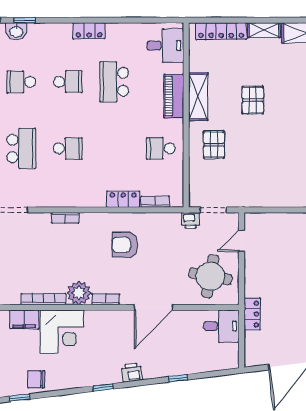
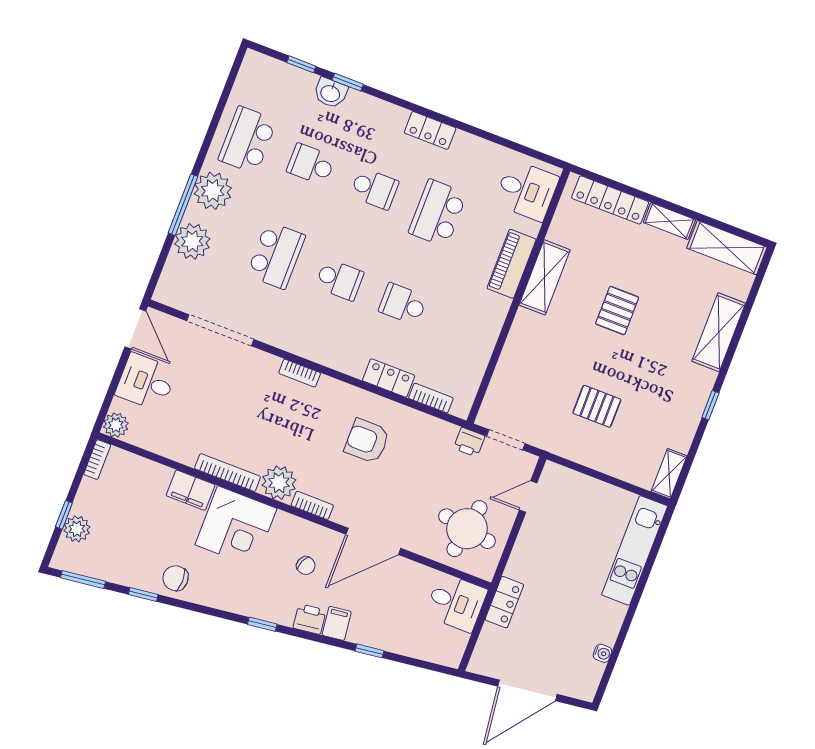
pallet: (214, 145) -> (597, 406), moved, turned 90
school desk: (161, 148) -> (403, 304), moved
chair: (116, 339) -> (306, 566), added
filing cabinet: (150, 369) -> (337, 623), added

